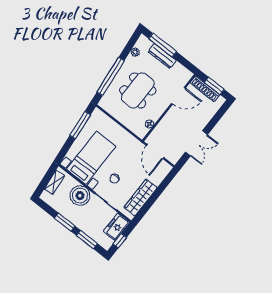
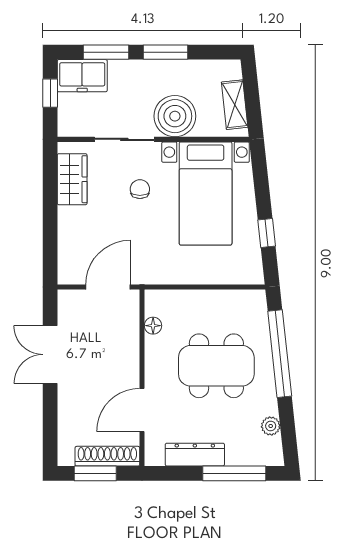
dresser: (162, 56) -> (195, 455), moved
dining table: (138, 90) -> (216, 366), turned 90
window: (80, 125) -> (267, 233), width x0.46
door: (155, 152) -> (108, 287), hinge flipped
wardrobe: (141, 197) -> (72, 179), width x0.67
freezer: (117, 227) -> (82, 76), moved, turned 90

